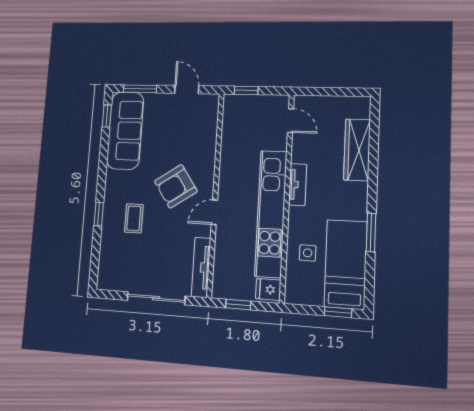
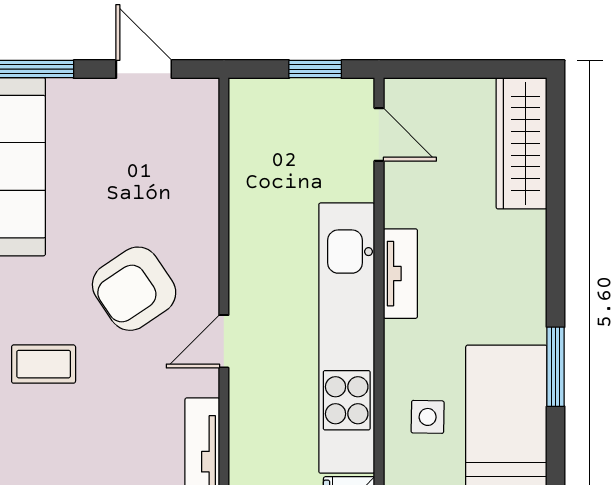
window: (246, 90) -> (315, 69), moved
wardrobe: (357, 150) -> (522, 143), moved
coffee table: (134, 218) -> (44, 364), turned 90

